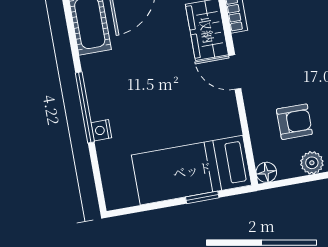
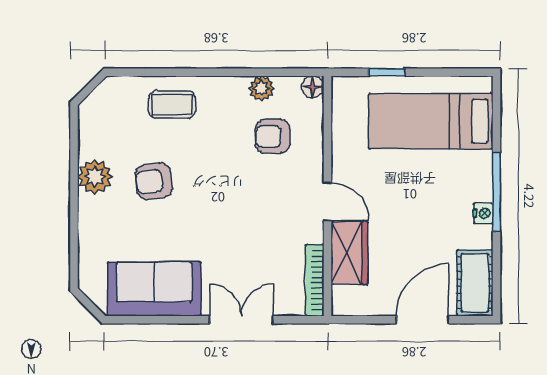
nightstand: (101, 130) -> (483, 213), moved
bed: (192, 170) -> (431, 121), moved, turned 180

